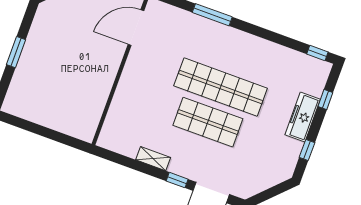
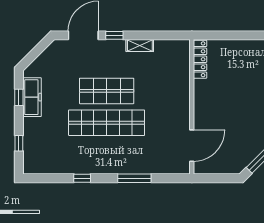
window: (317, 53) -> (82, 178), moved
freezer: (303, 117) -> (32, 97), moved
locker: (92, 119) -> (200, 59), added

